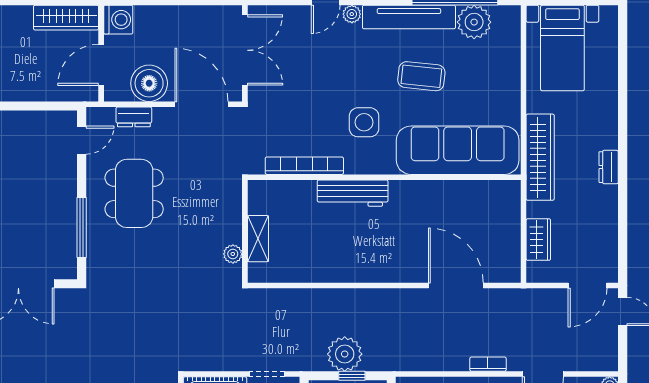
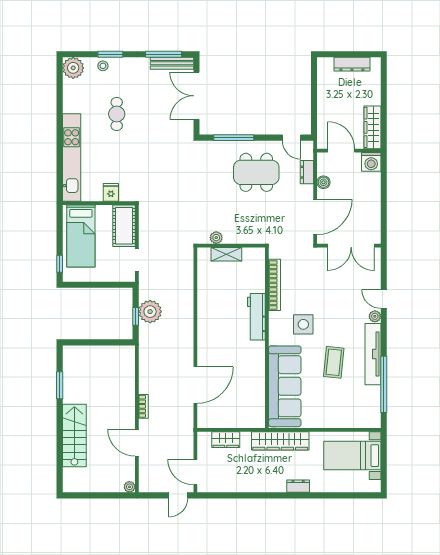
plant: (474, 22) -> (370, 397), removed
boiler: (149, 83) -> (323, 182), width x0.54, depth x0.54
dresser: (609, 167) -> (298, 486), moved

